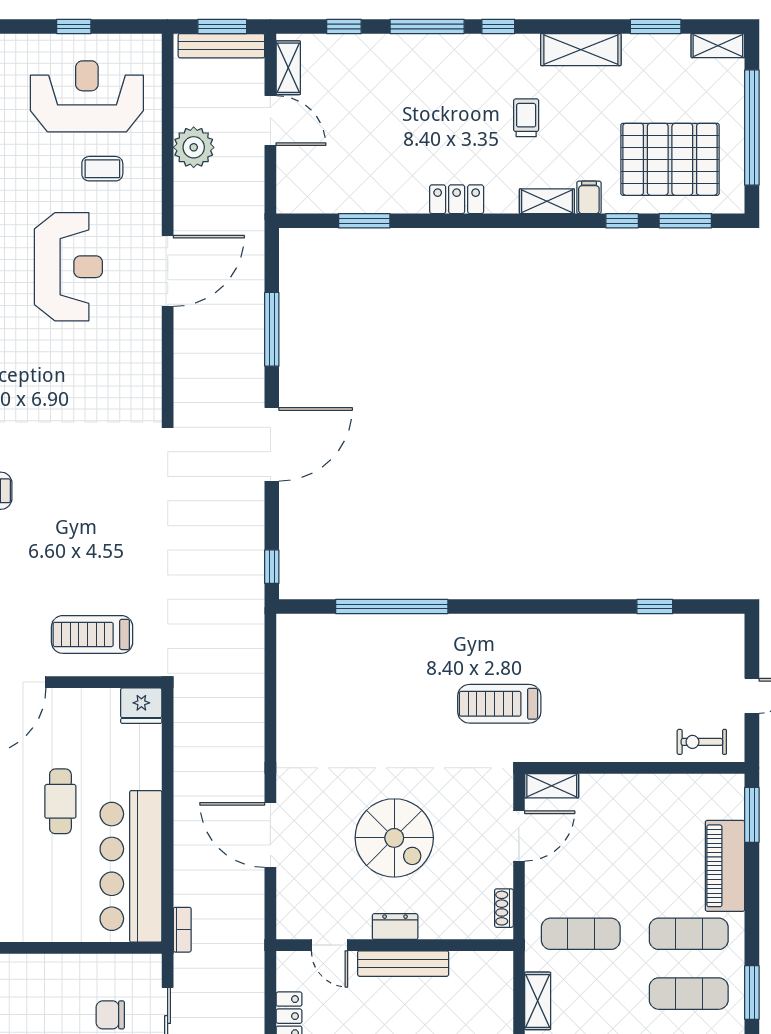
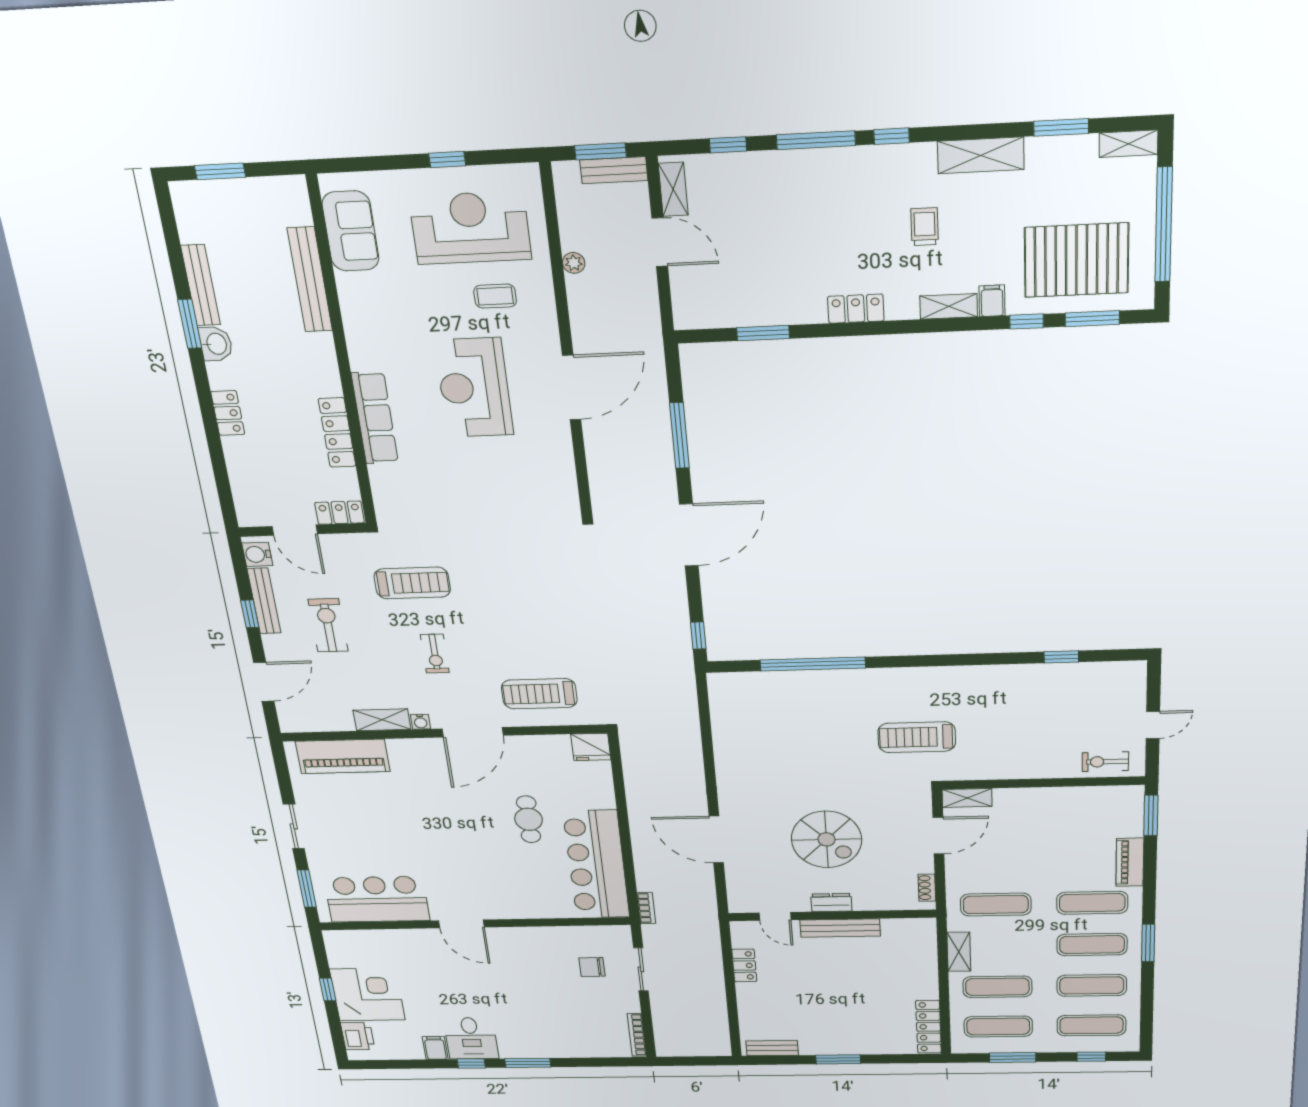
bench: (221, 46) -> (614, 170), width x0.73
plant: (194, 147) -> (574, 263), width x0.53, depth x0.53
reception desk: (68, 267) -> (474, 388), turned 180
piano: (725, 866) -> (1130, 862), width x0.73, depth x0.75

